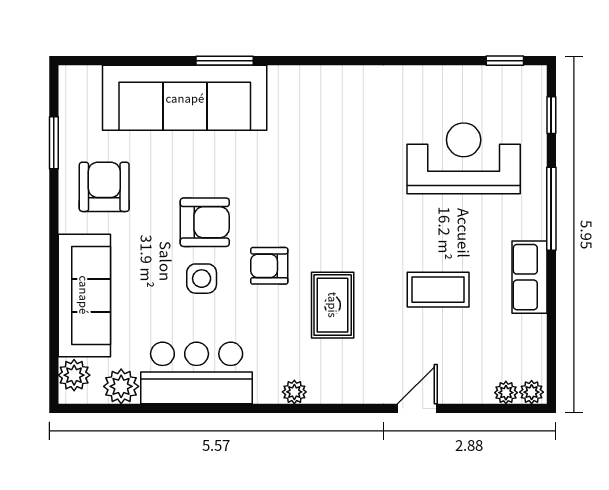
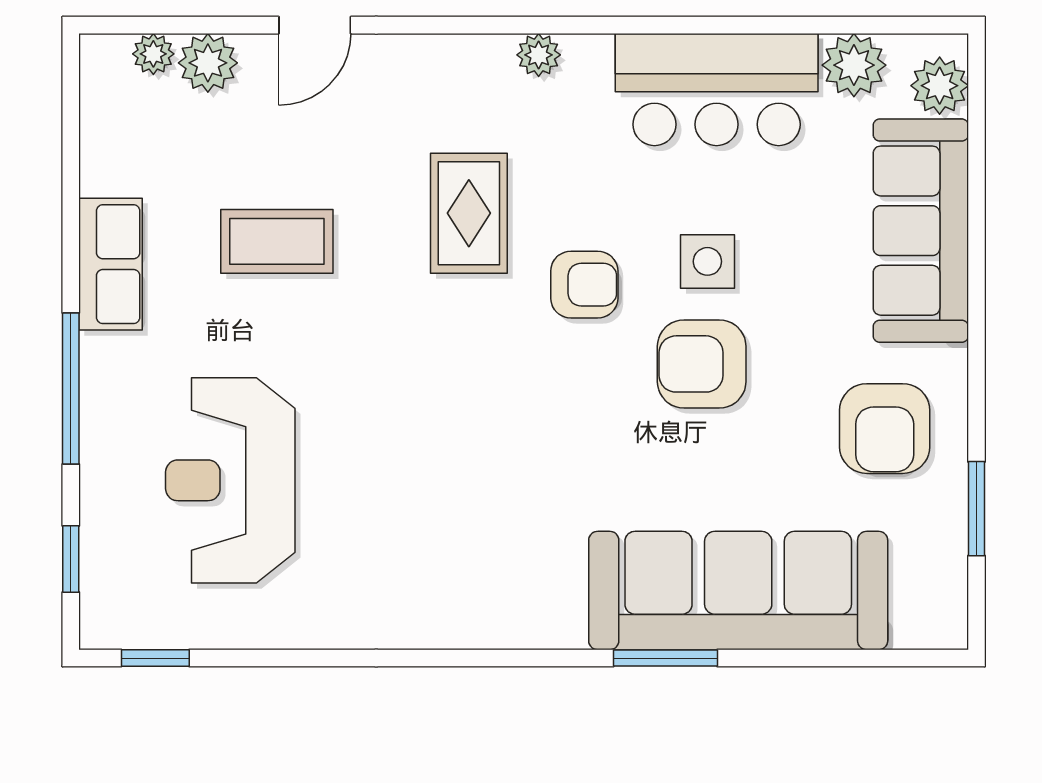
reception desk: (464, 158) -> (230, 480), turned 90
plant: (532, 392) -> (208, 63), moved, width x1.38, depth x1.38

